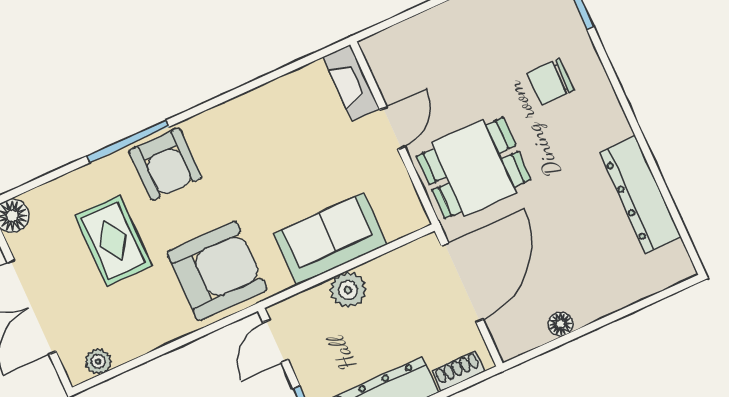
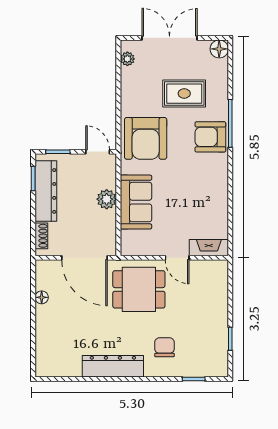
dining table: (474, 168) -> (139, 289), turned 90
dresser: (640, 195) -> (113, 366), moved

